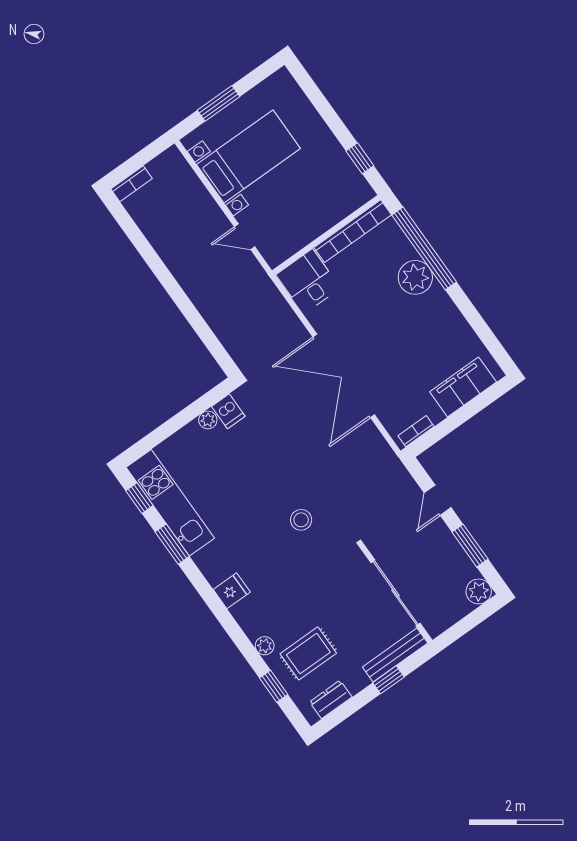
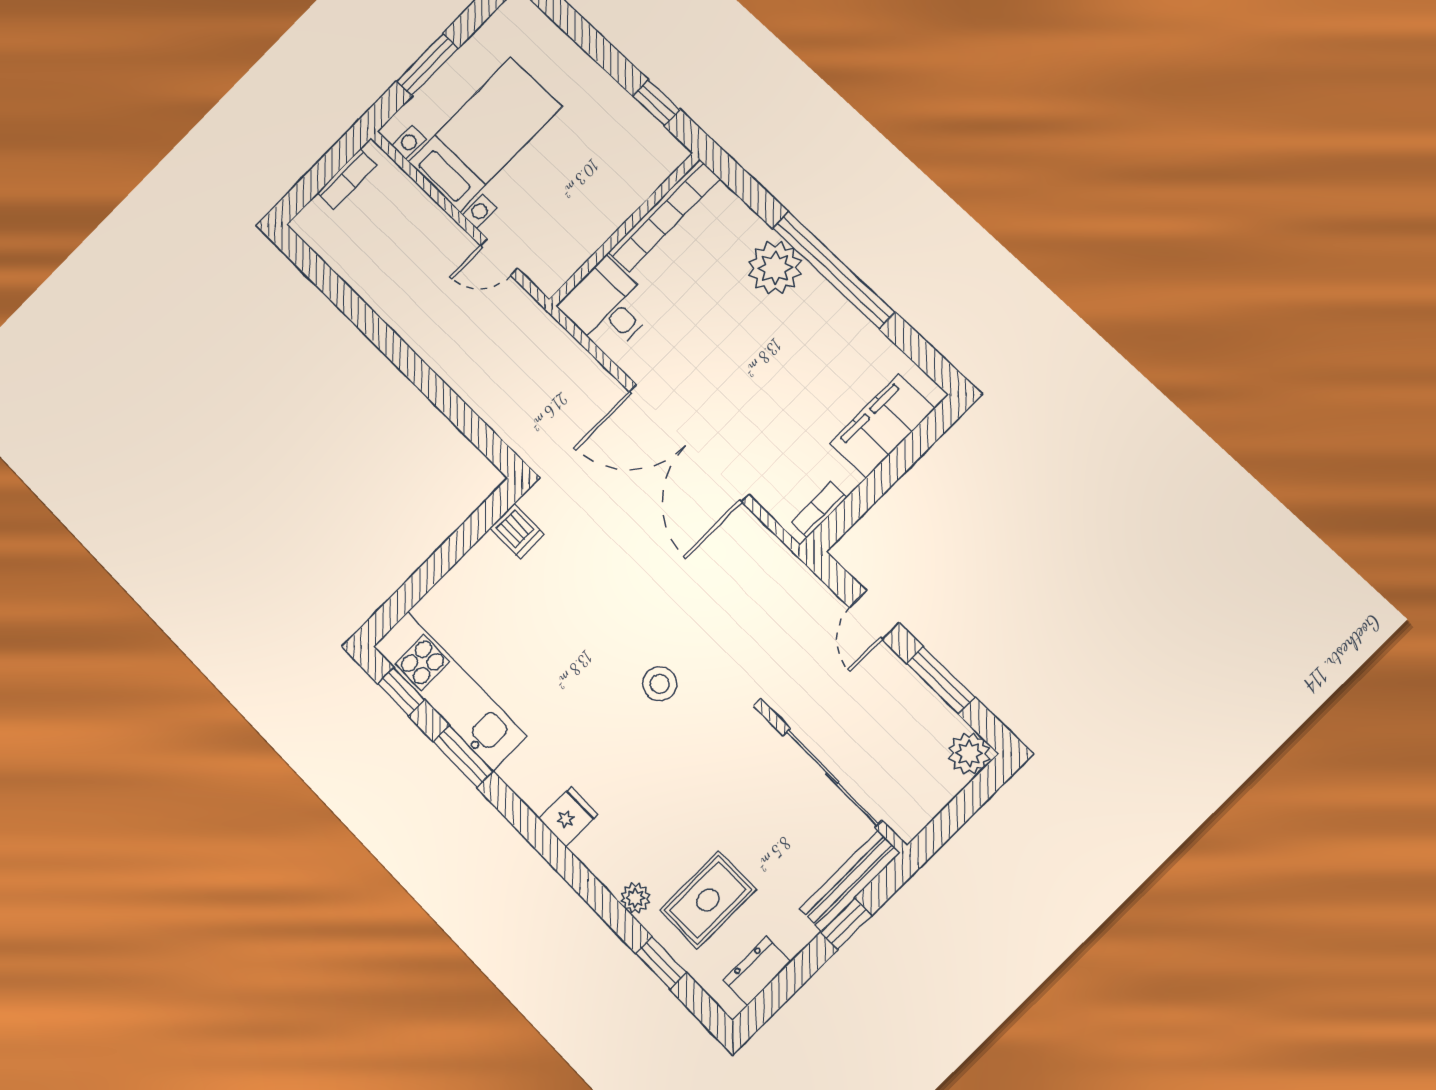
bookcase: (132, 184) -> (347, 179), moved
window: (424, 248) -> (833, 270), moved
plant: (208, 420) -> (488, 550), removed

